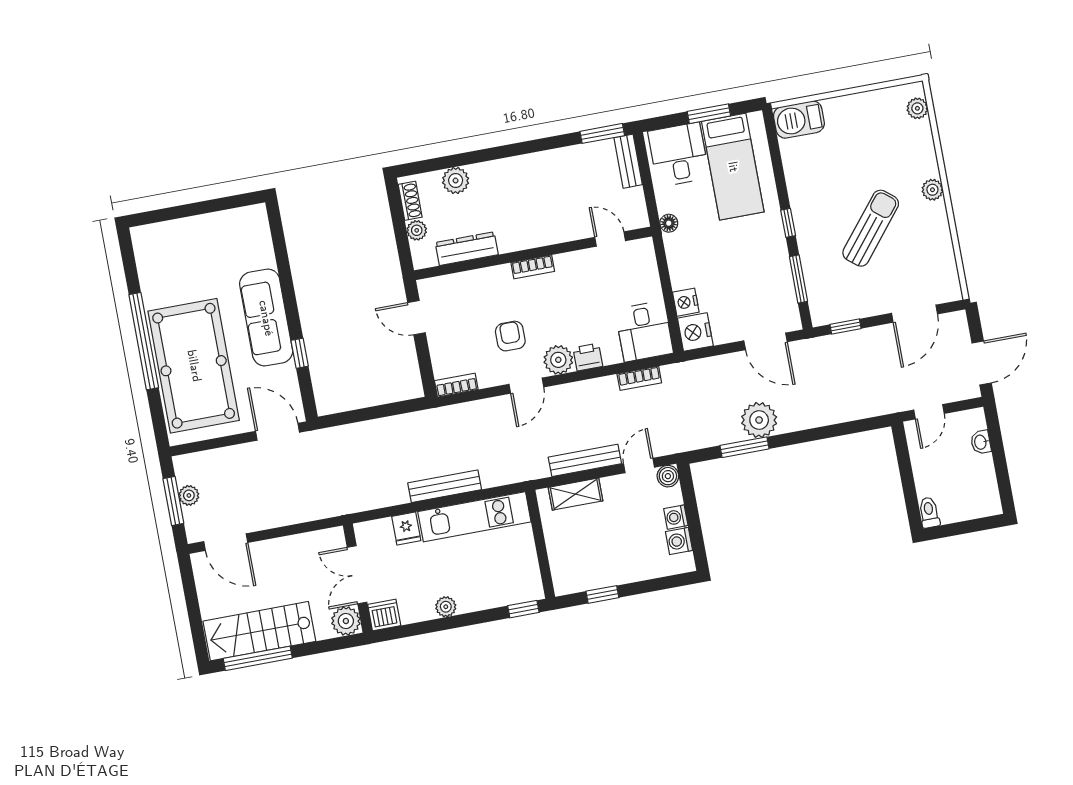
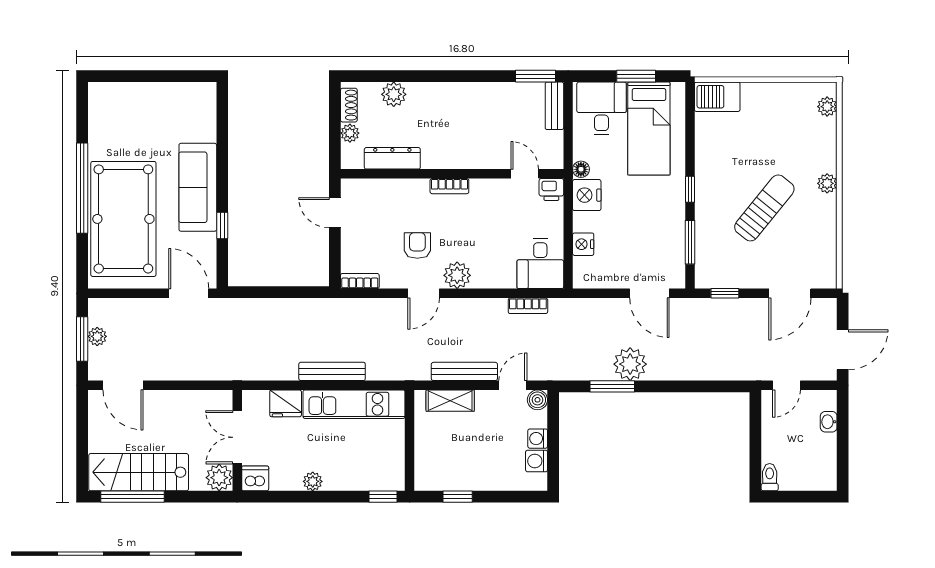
nightstand: (695, 332) -> (587, 195), moved
printer: (588, 357) -> (551, 189), moved, turned 180
fridge: (406, 528) -> (286, 403), width x1.38

